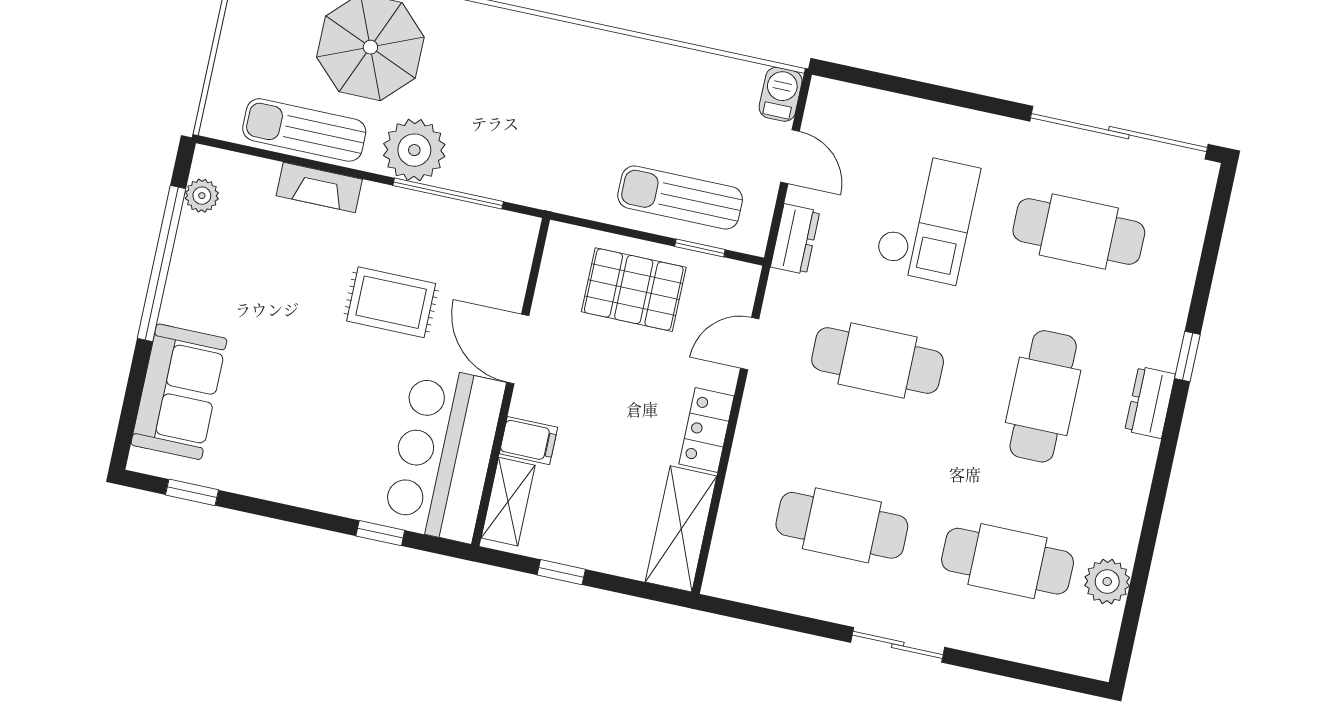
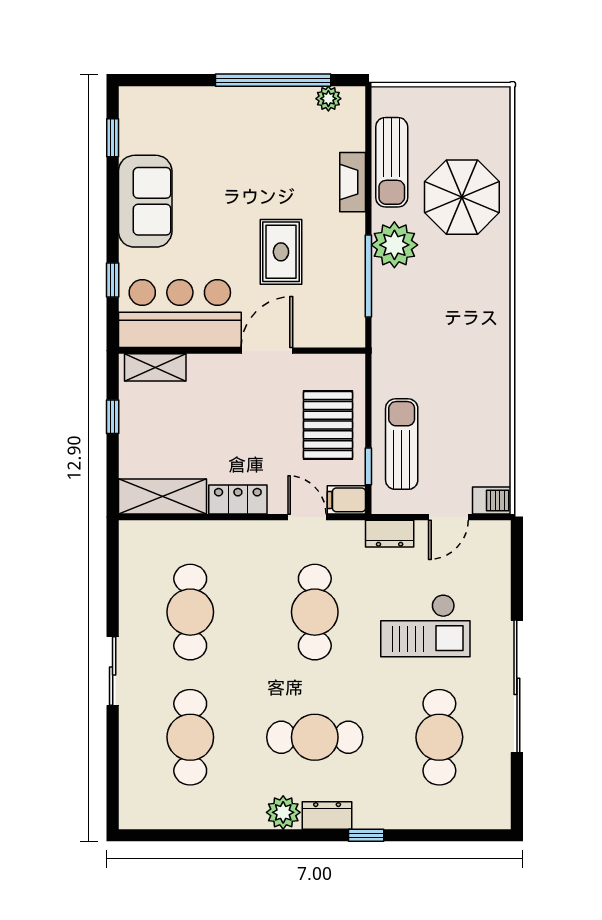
sun lounger: (304, 130) -> (392, 162), turned 180
sliding door: (1119, 133) -> (517, 686), moved
sofa: (179, 392) -> (145, 201), moved, turned -90
filing cabinet: (528, 441) -> (346, 500), moved, turned 90
plant: (1107, 582) -> (283, 812), moved

